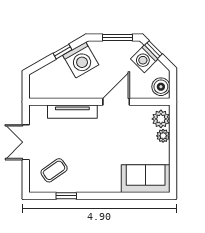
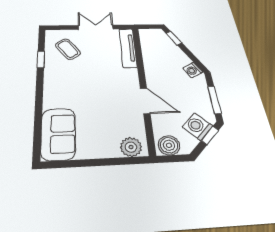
window: (63, 52) -> (174, 38), moved
washing machine: (81, 60) -> (193, 70), width x0.53, depth x0.53
tv unit: (72, 112) -> (128, 48), moved
plant: (163, 136) -> (111, 151), removed

